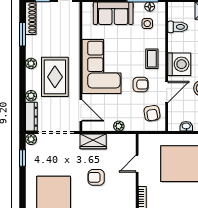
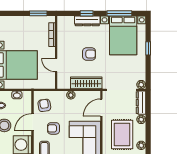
door: (81, 111) -> (101, 108), hinge flipped
wardrobe: (93, 141) -> (86, 83), width x1.50
window: (22, 158) -> (148, 48), moved
door: (137, 164) -> (56, 65), swing flipped

